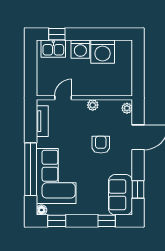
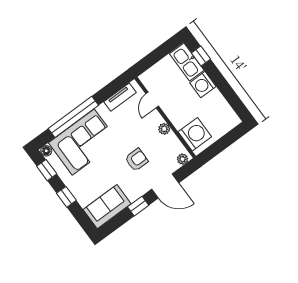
kitchen sink: (53, 49) -> (187, 62), width x1.38
washing machine: (103, 52) -> (195, 134), moved, turned 180
door: (63, 98) -> (152, 100), swing flipped
window: (138, 189) -> (138, 206), moved
window: (107, 221) -> (66, 197), moved

